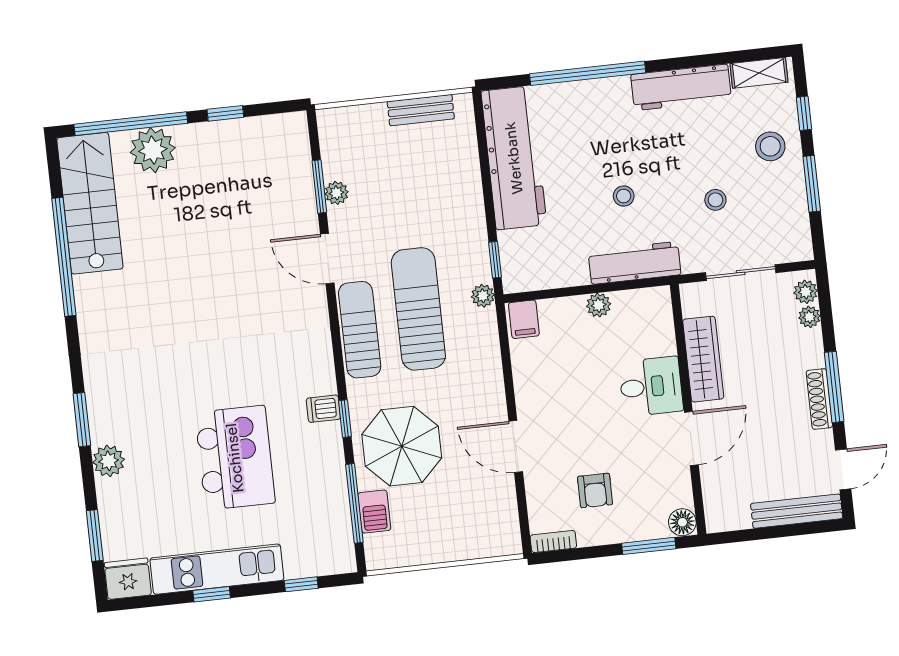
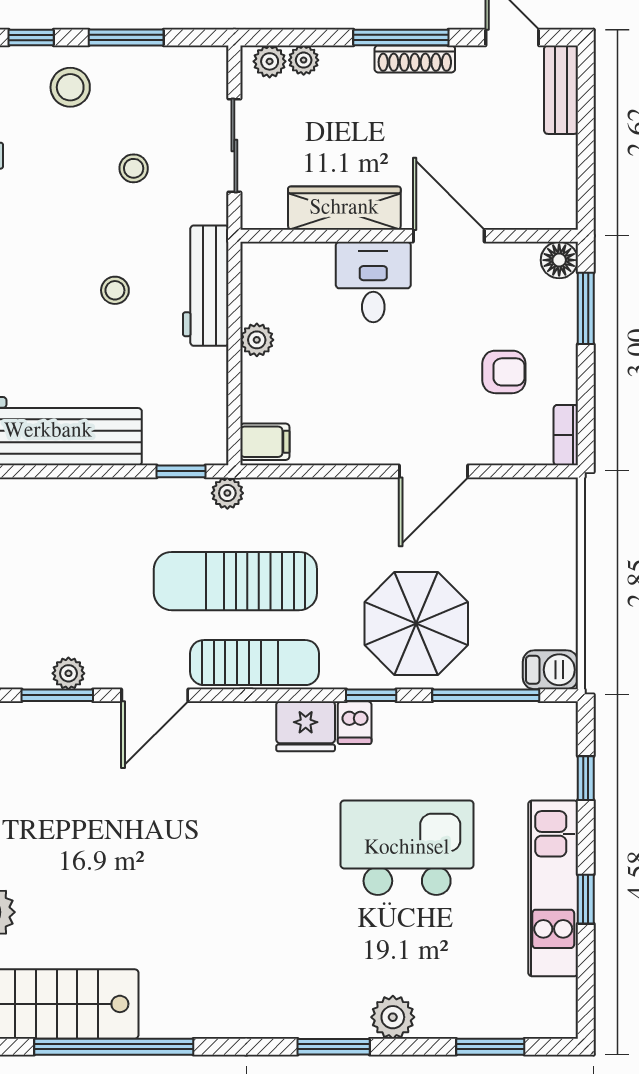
sun lounger: (360, 330) -> (254, 663), turned 180
bench: (797, 511) -> (561, 90), width x0.73
barbecue: (374, 512) -> (550, 670), moved
fridge: (128, 579) -> (306, 726), moved, turned -90

